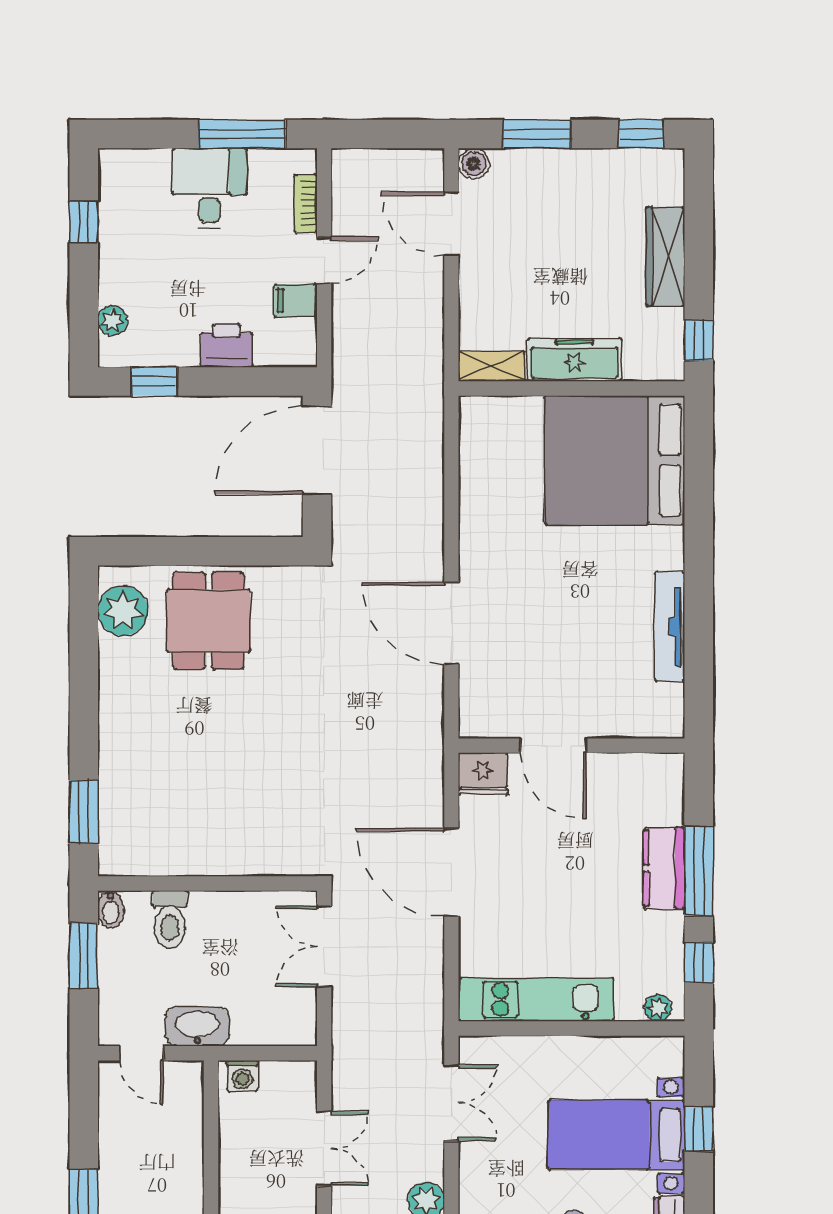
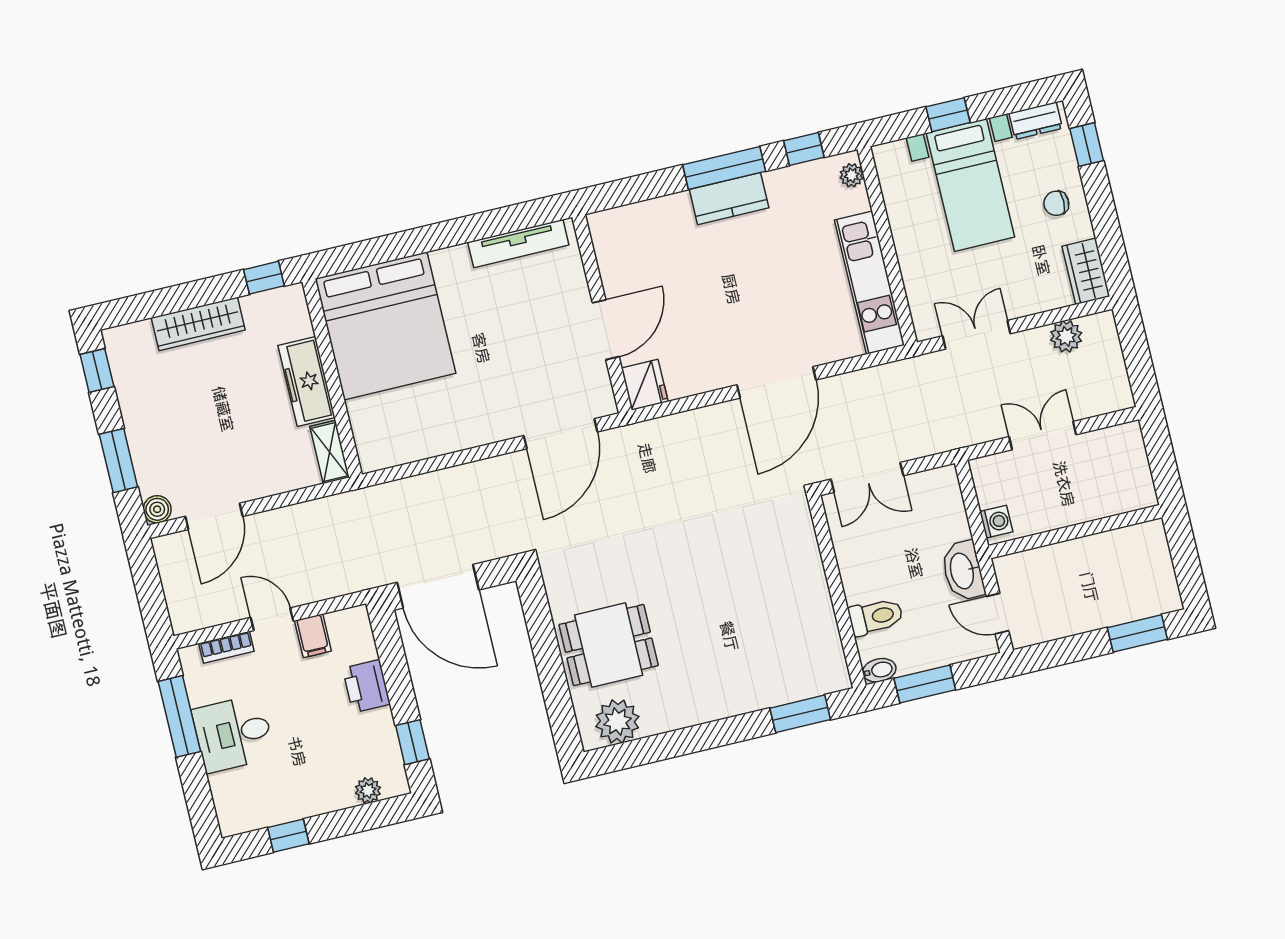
door: (553, 746) -> (606, 330), moved
wall: (572, 746) -> (602, 314), moved
fridge: (483, 774) -> (645, 385), moved
door: (142, 1053) -> (997, 614), swing flipped

